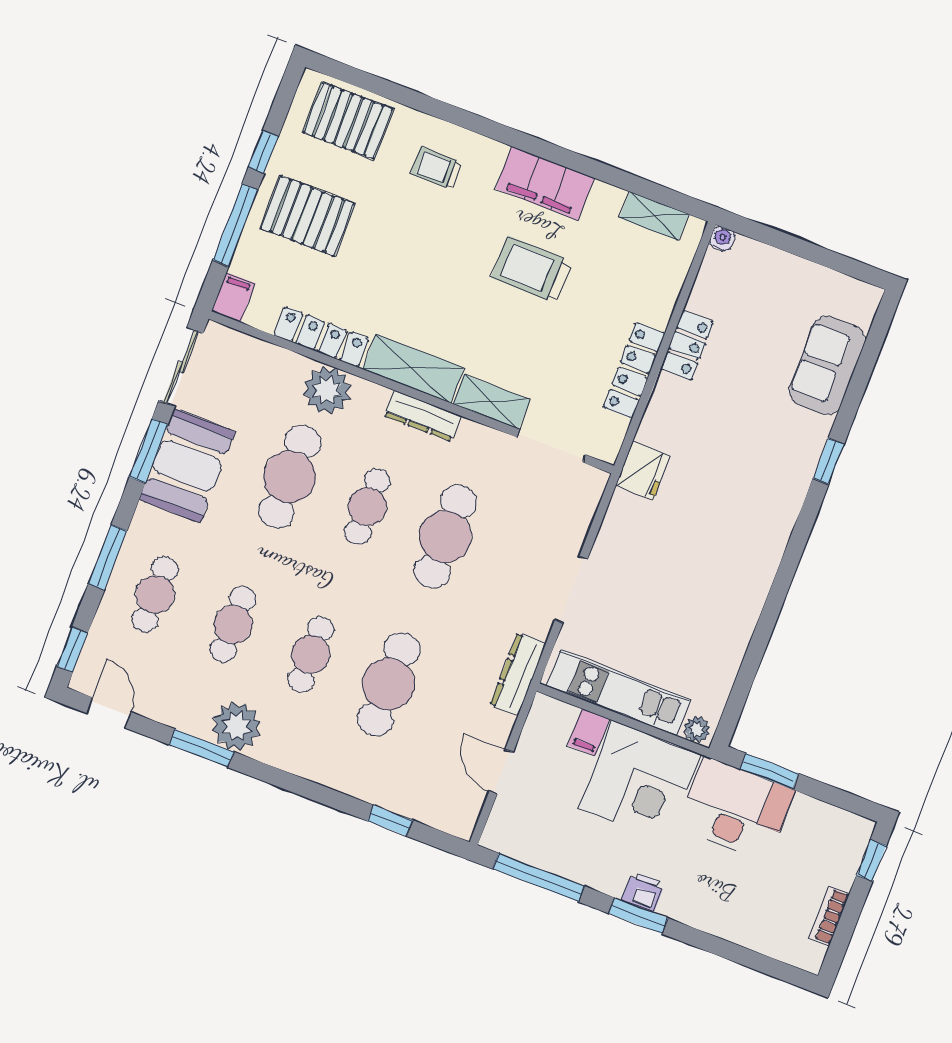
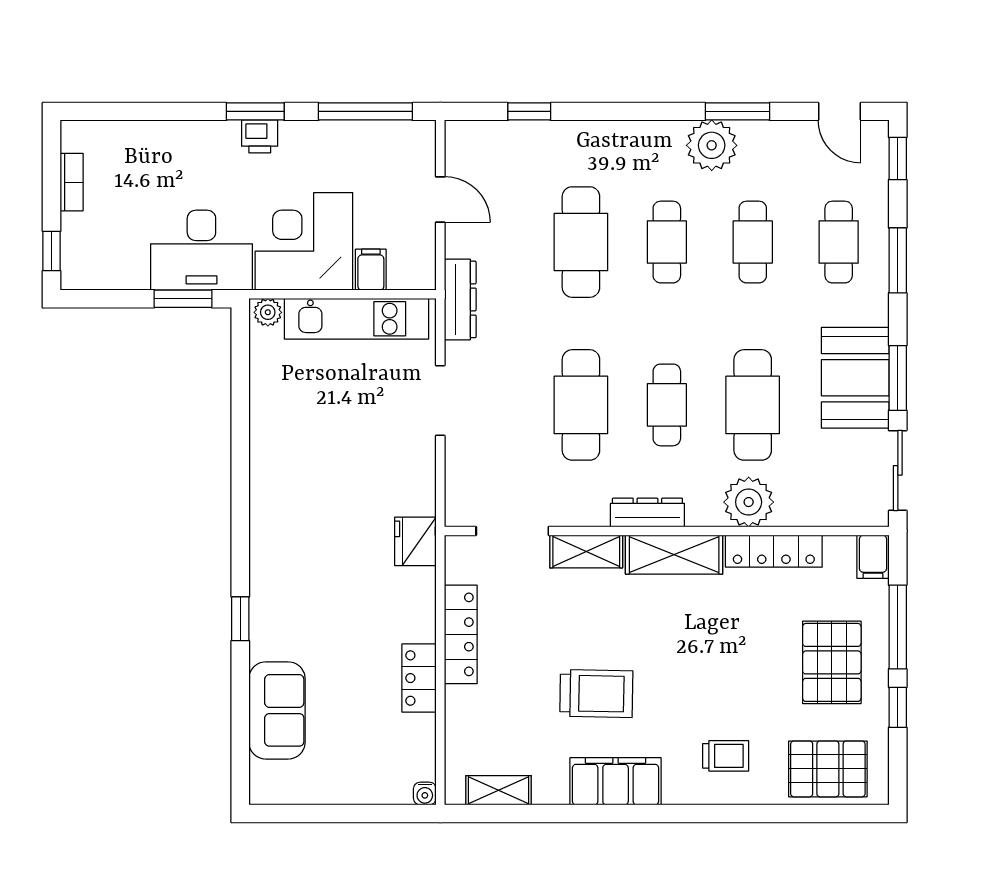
pallet: (307, 216) -> (832, 662), turned 90

